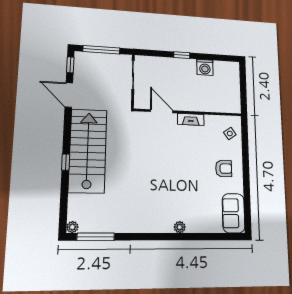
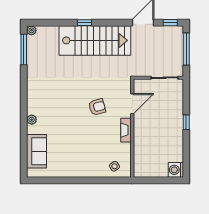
washing machine: (205, 67) -> (176, 170), moved
armchair: (224, 169) -> (97, 107), moved, turned -105
sofa: (233, 213) -> (36, 151), moved, turned 90

